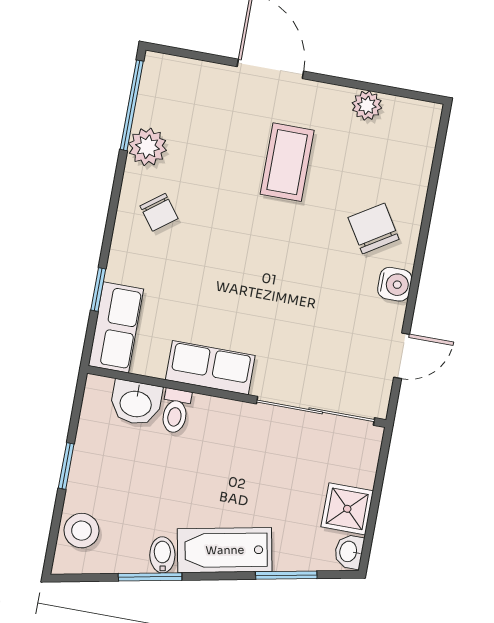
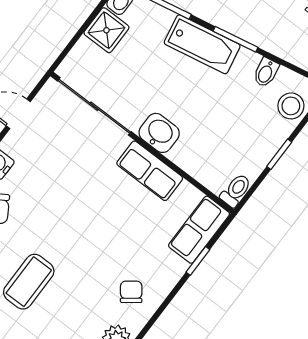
washbasin: (136, 403) -> (159, 133), moved
toilet: (176, 411) -> (236, 190), moved
bidet: (162, 555) -> (266, 72), moved
window: (150, 577) -> (236, 39), moved

